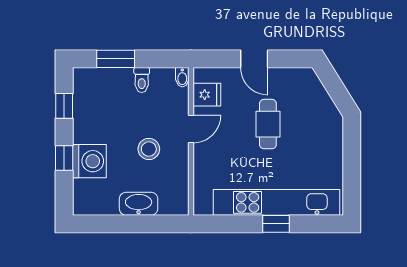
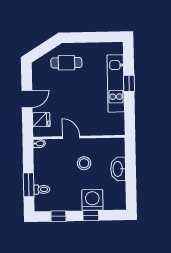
toilet: (142, 80) -> (42, 189), moved
fridge: (207, 95) -> (41, 120), moved, turned 90
cafe table: (268, 124) -> (66, 63), moved
kitchen unit: (277, 202) -> (116, 83), width x0.73

